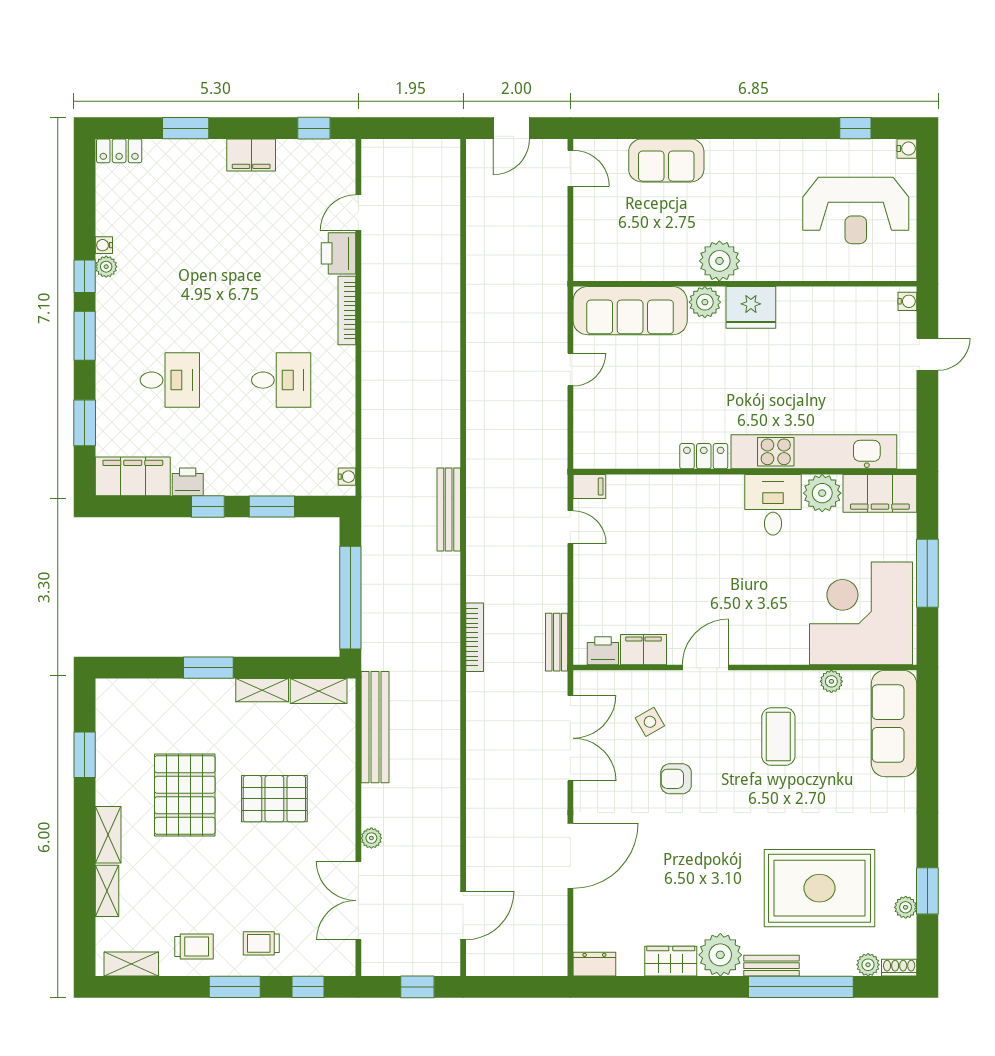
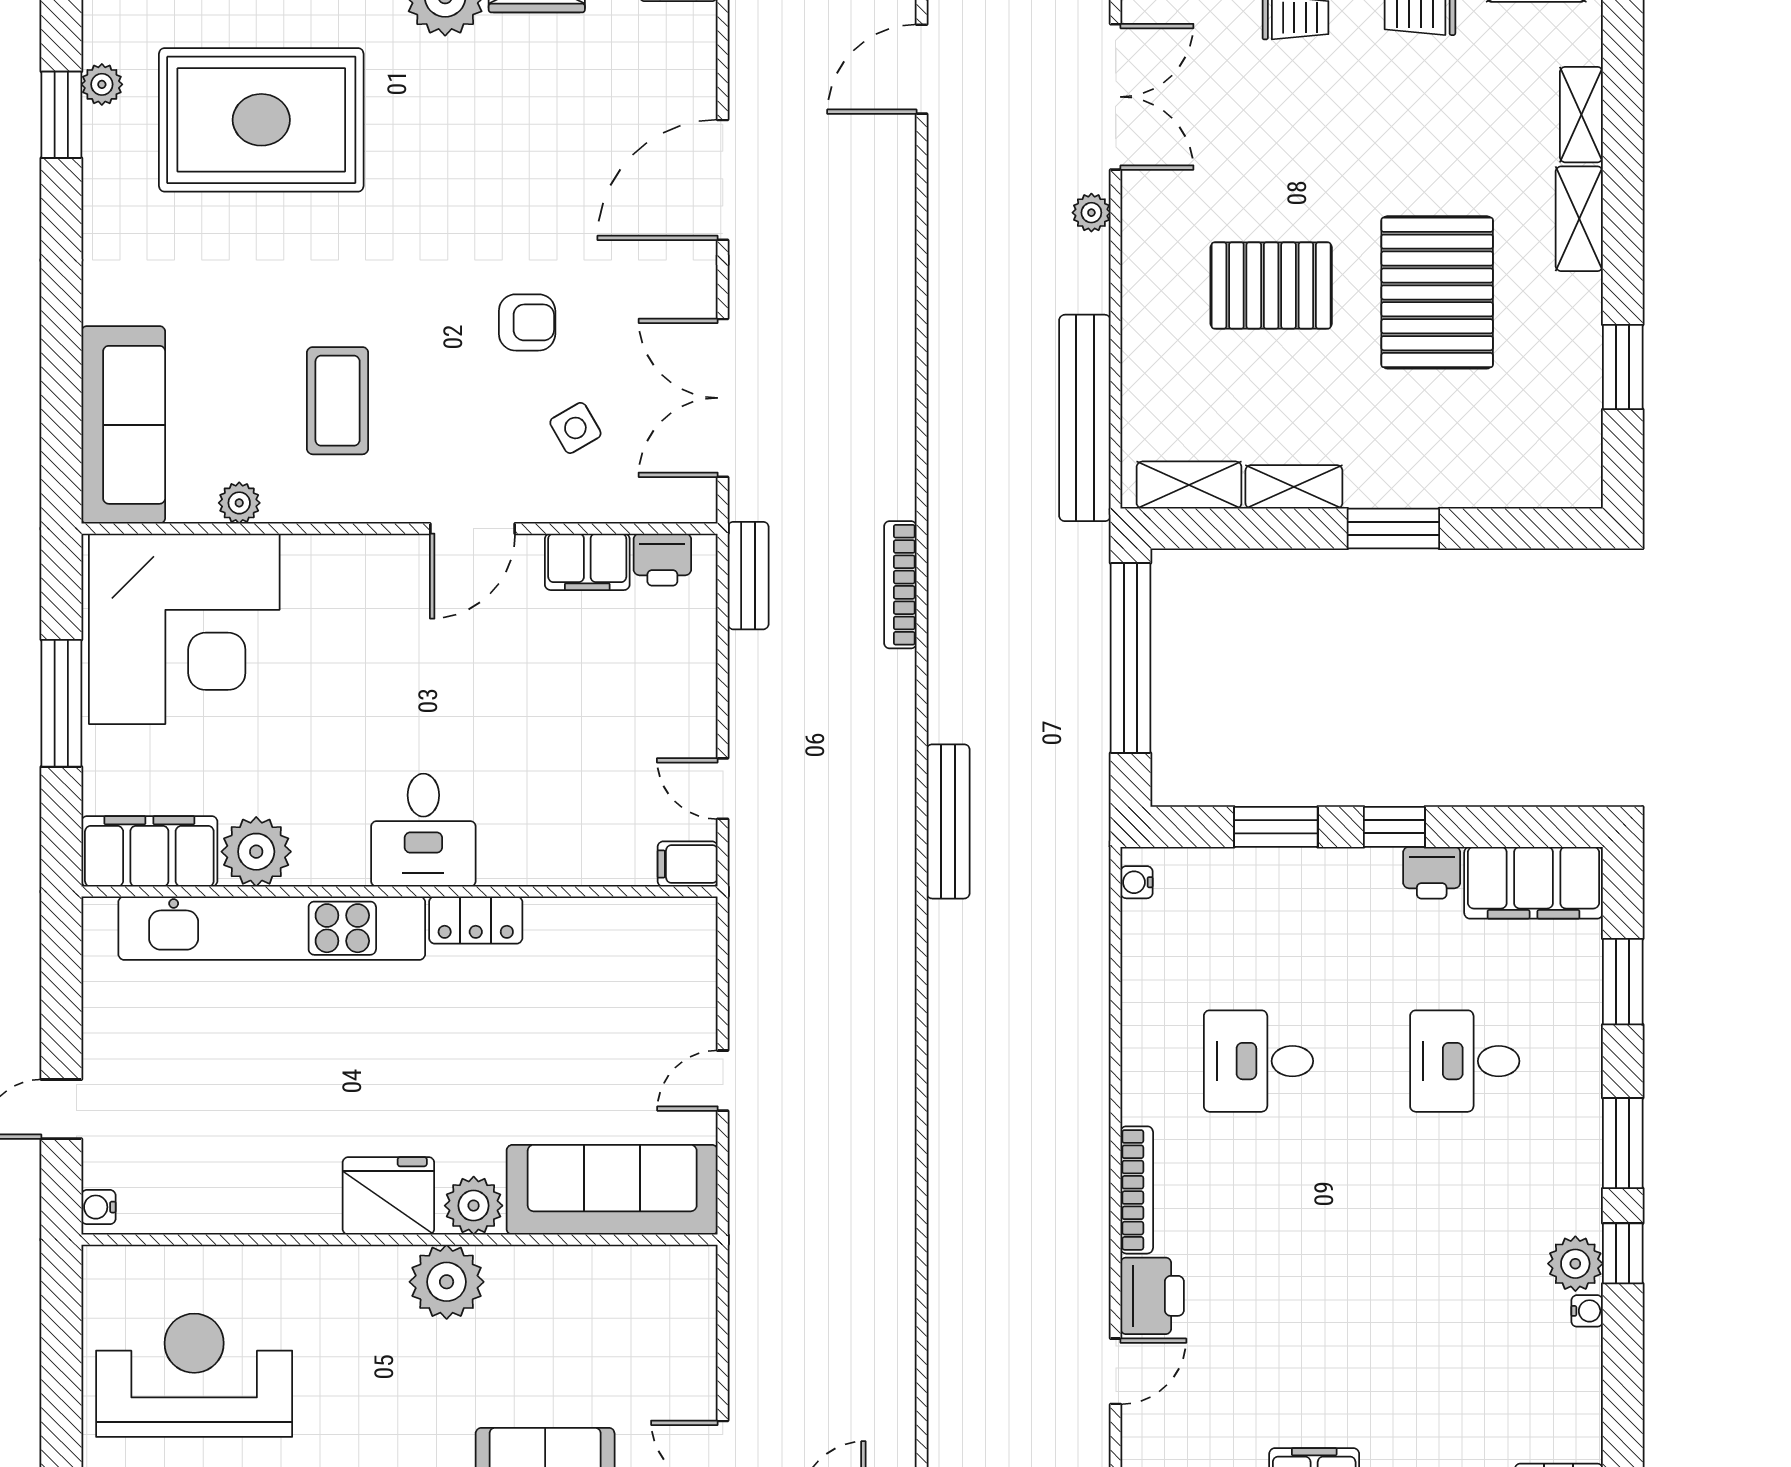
plant: (106, 267) -> (1575, 1264), width x1.38, depth x1.38
desk: (773, 505) -> (423, 830), moved

